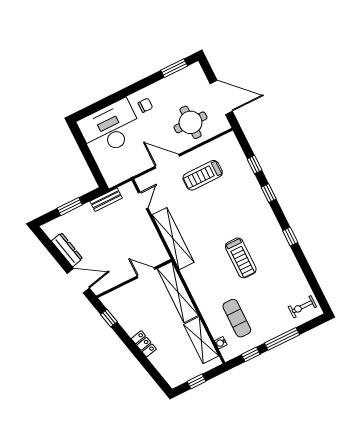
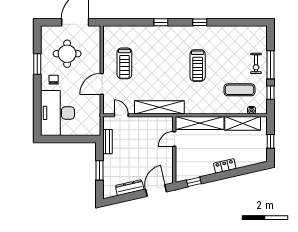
window: (174, 68) -> (37, 64), moved
round table: (191, 122) -> (67, 54), moved
window: (255, 165) -> (135, 22), removed
treadmill: (241, 258) -> (198, 65), turned 90
exercise bike: (302, 307) -> (256, 63), moved

